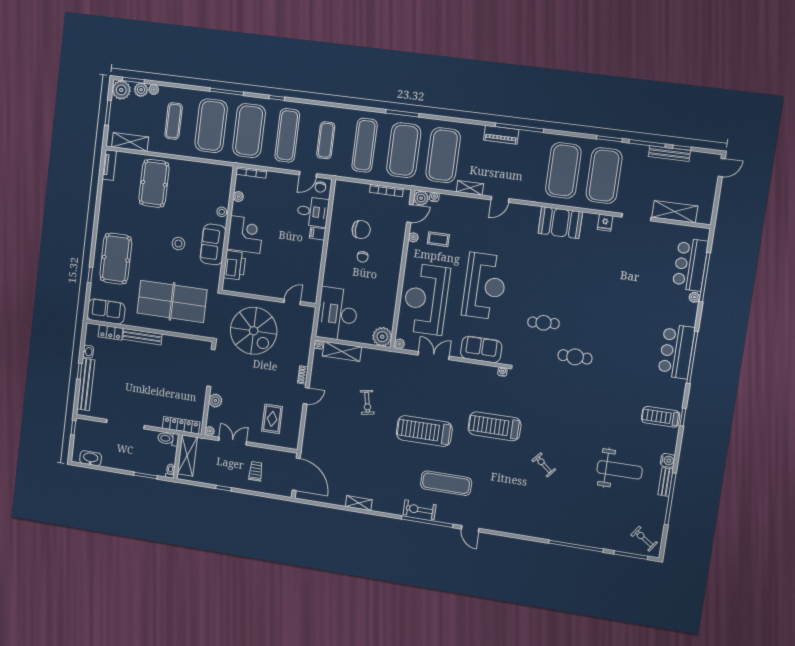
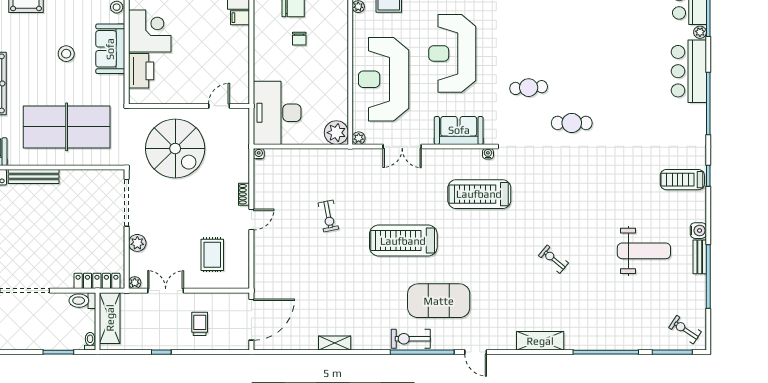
reception desk: (485, 286) -> (452, 53), turned 180
shelving: (342, 351) -> (540, 341), moved
bar counter: (676, 351) -> (689, 71), moved
double door: (434, 356) -> (402, 146), swing flipped
treadmill: (494, 426) -> (479, 194), moved
door: (296, 474) -> (251, 320), hinge flipped
exercise mat: (446, 483) -> (439, 301), width x1.47

